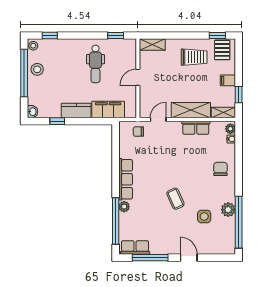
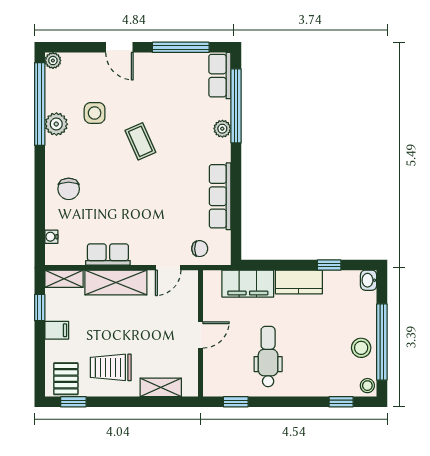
shelving: (152, 45) -> (161, 387), moved
plant: (230, 129) -> (53, 61), moved
row of seats: (126, 179) -> (220, 196), moved
row of seats: (135, 247) -> (220, 76), moved, turned 90

